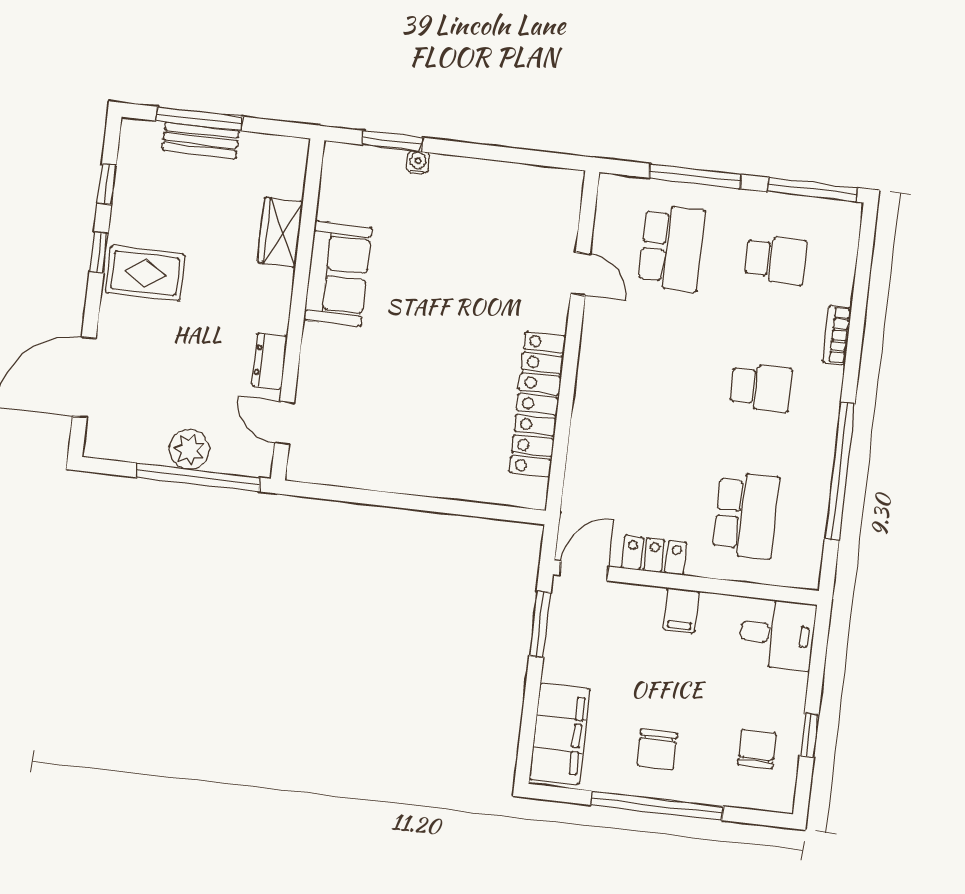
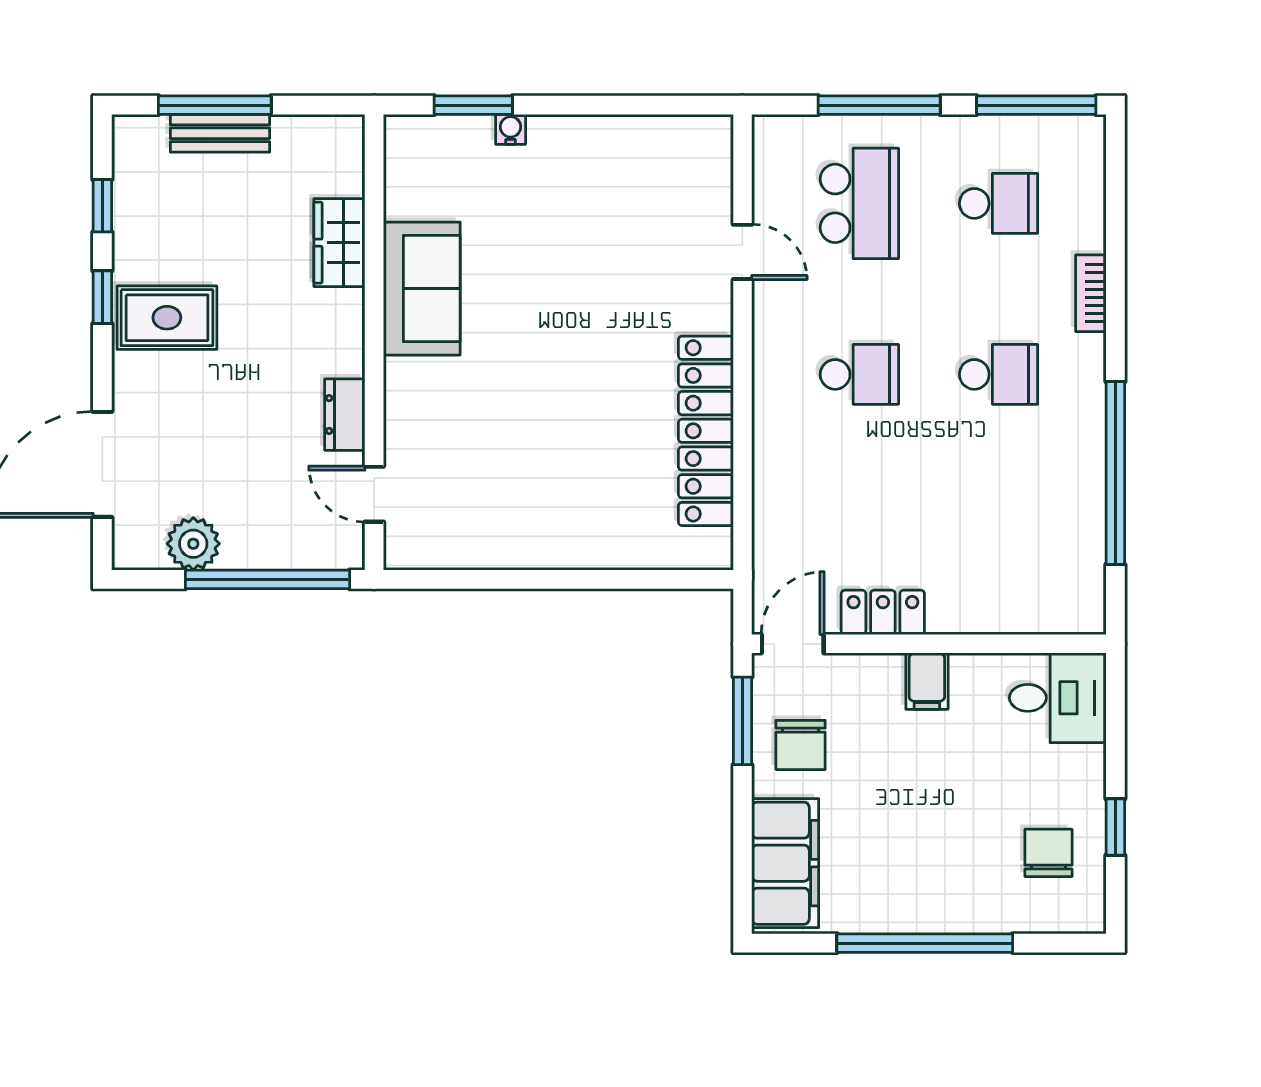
plant: (189, 449) -> (193, 544), moved
school desk: (746, 515) -> (859, 374), moved, width x0.54
chair: (657, 749) -> (801, 745), moved

